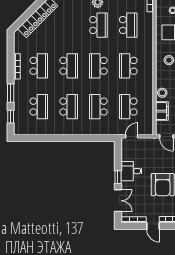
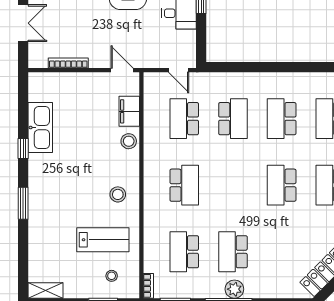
school desk: (98, 66) -> (233, 185), removed
school desk: (128, 107) -> (184, 119), turned 180
door: (132, 136) -> (179, 70), hinge flipped

